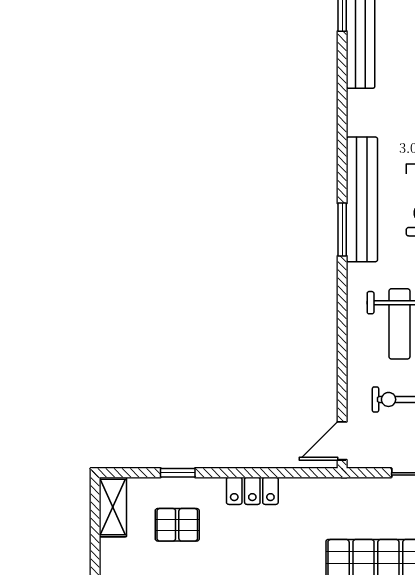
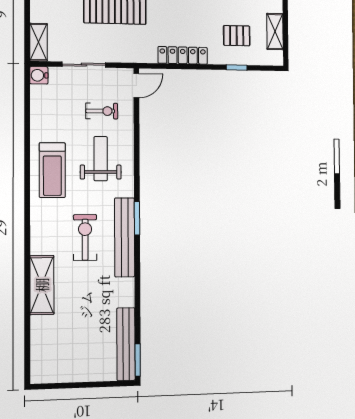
locker: (252, 491) -> (183, 55), width x1.53
shelving: (113, 507) -> (275, 32), moved

